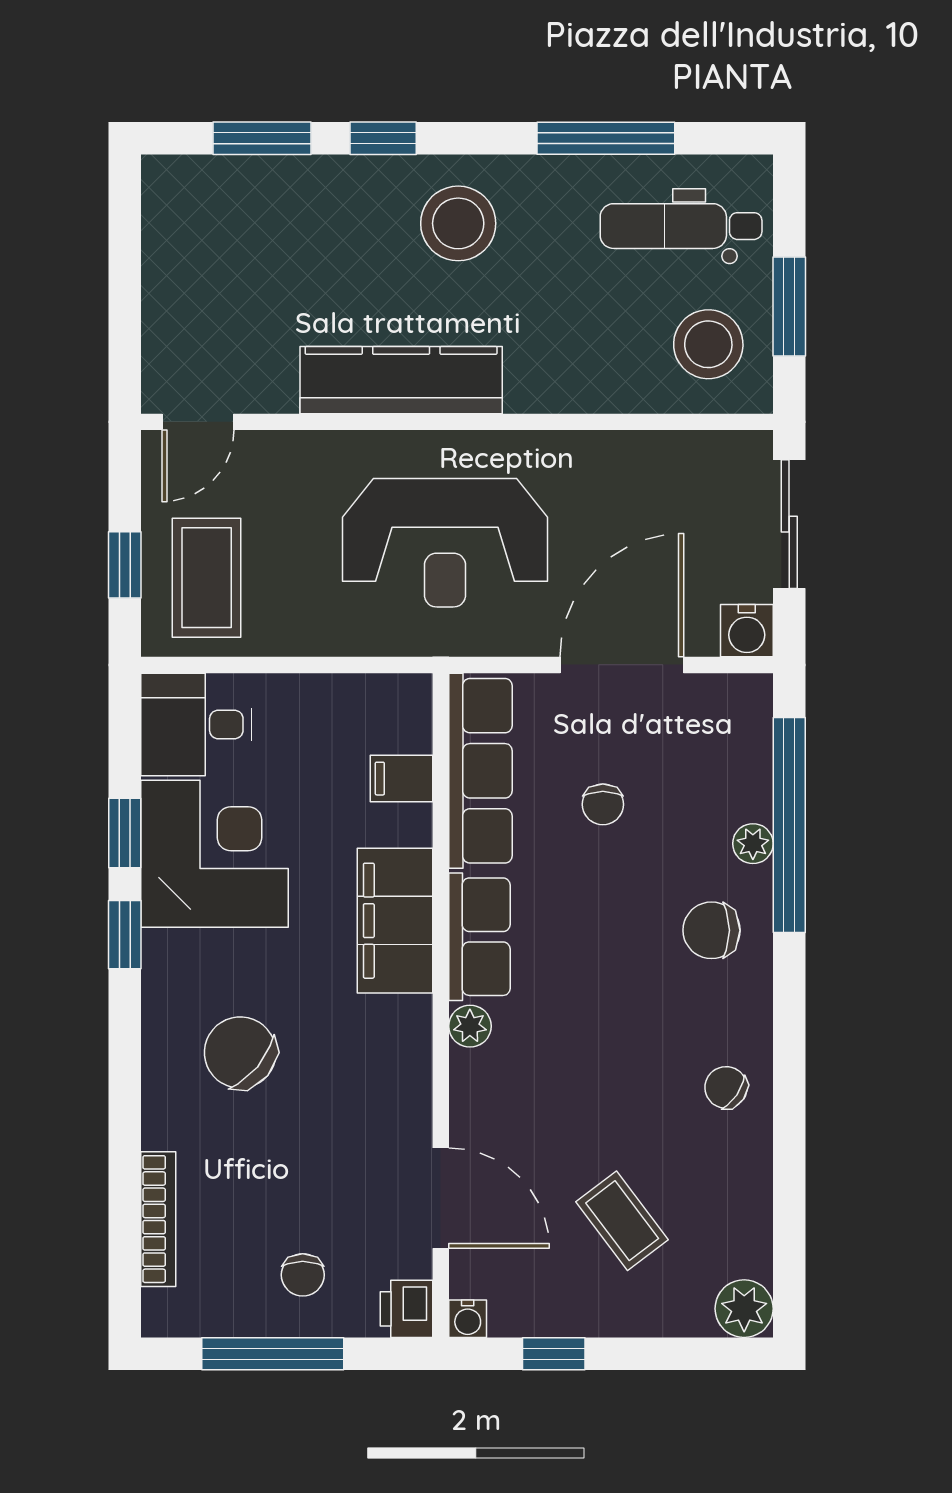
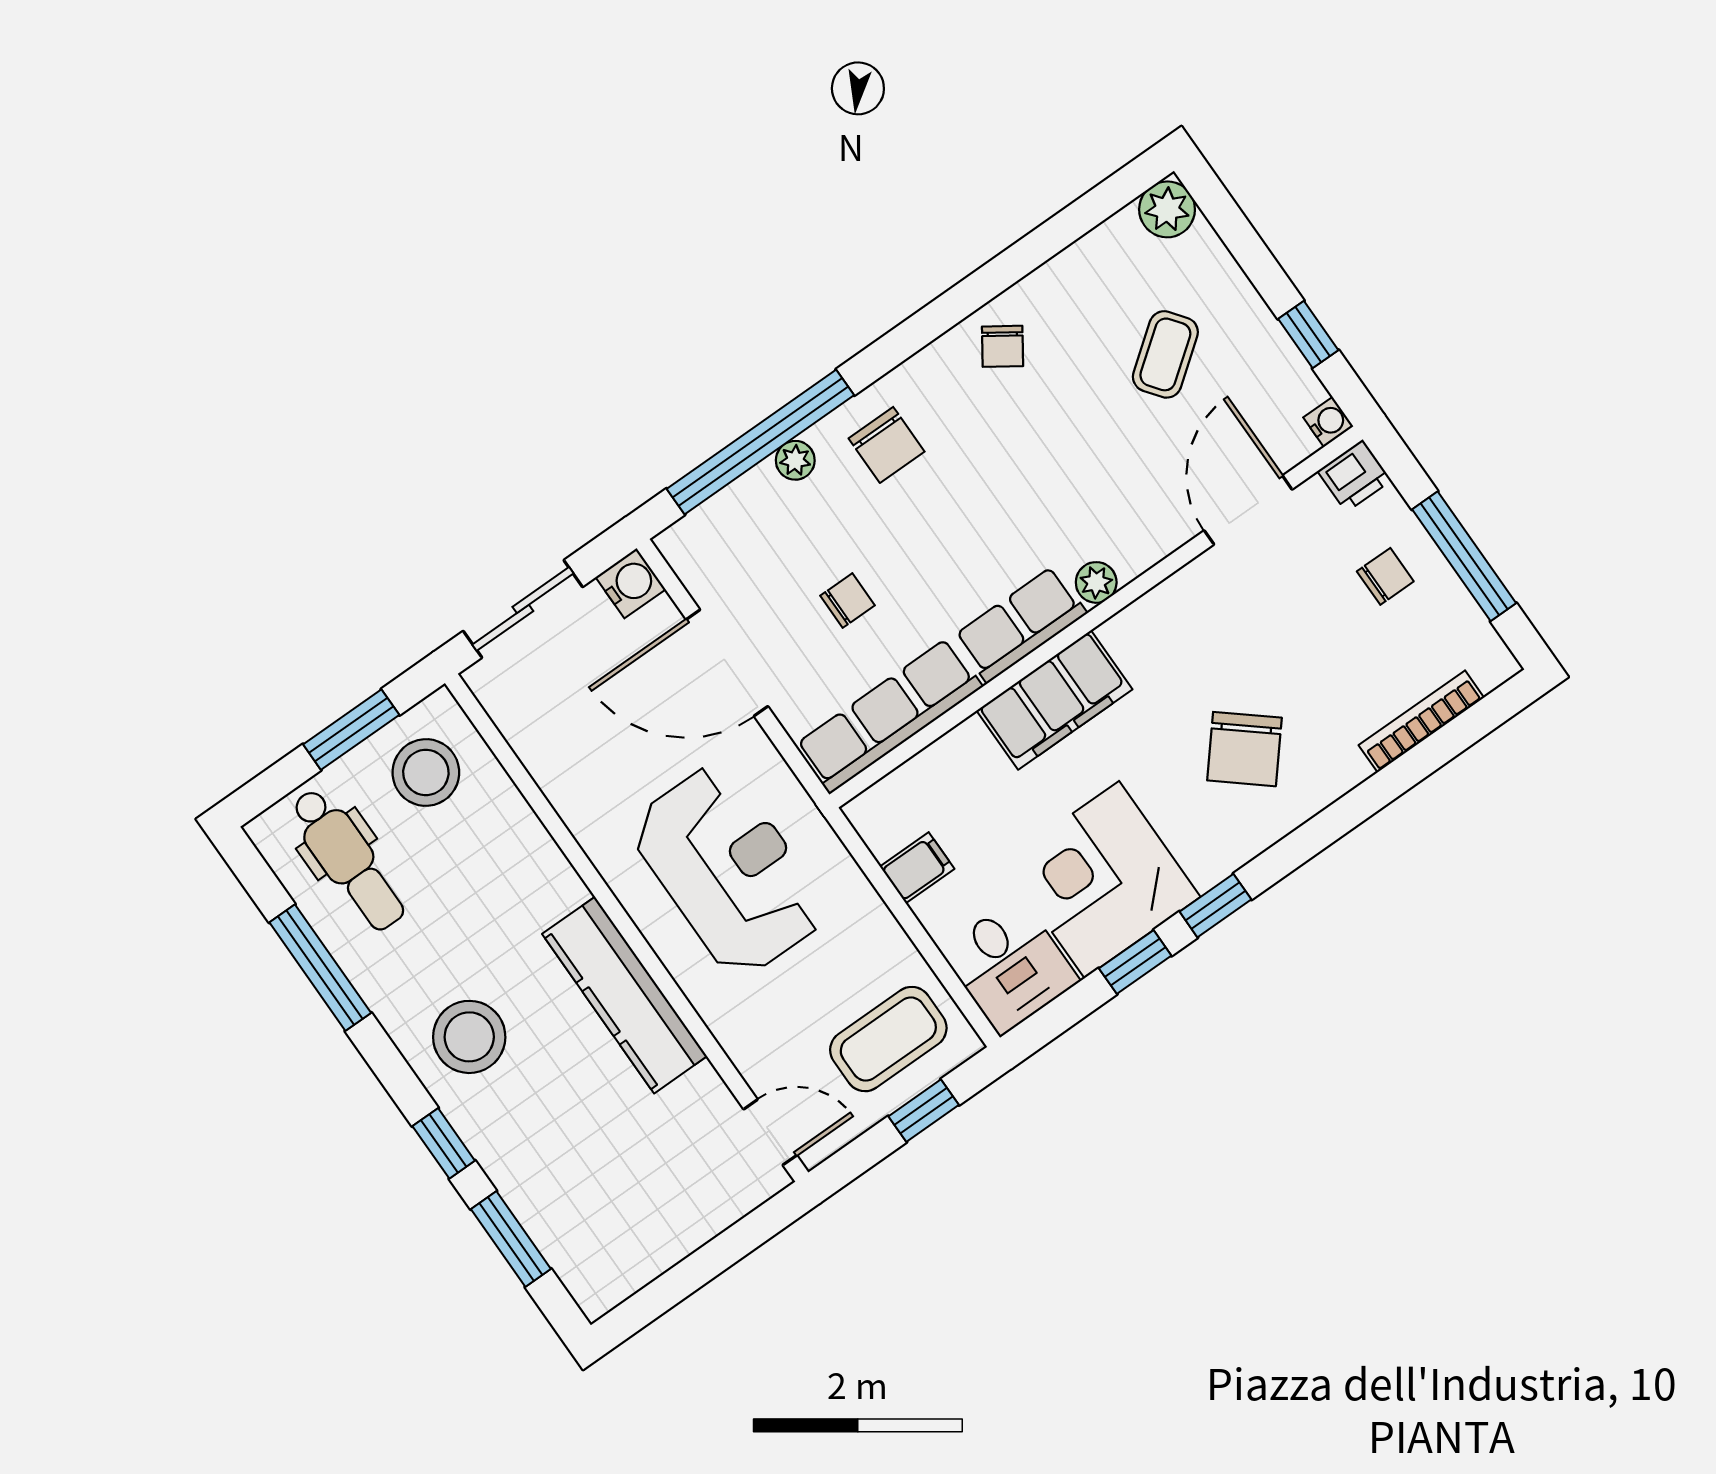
filing cabinet: (402, 779) -> (917, 868), moved, turned -90

